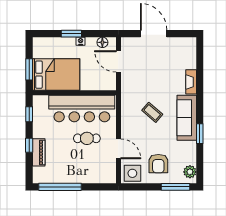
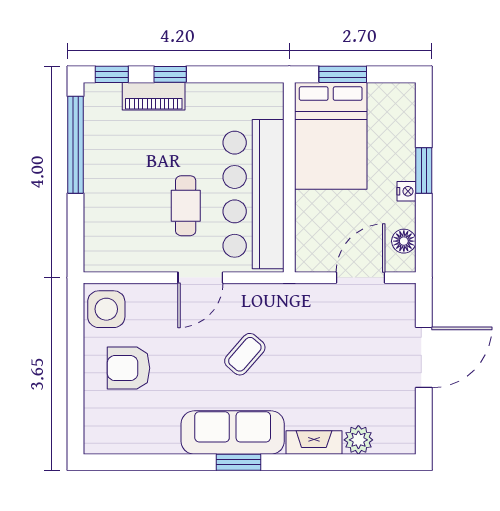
window: (29, 114) -> (112, 74), moved
window: (200, 134) -> (238, 462), moved
door: (118, 149) -> (200, 278), moved
plant: (190, 172) -> (358, 440), moved
window: (176, 187) -> (75, 407), removed

